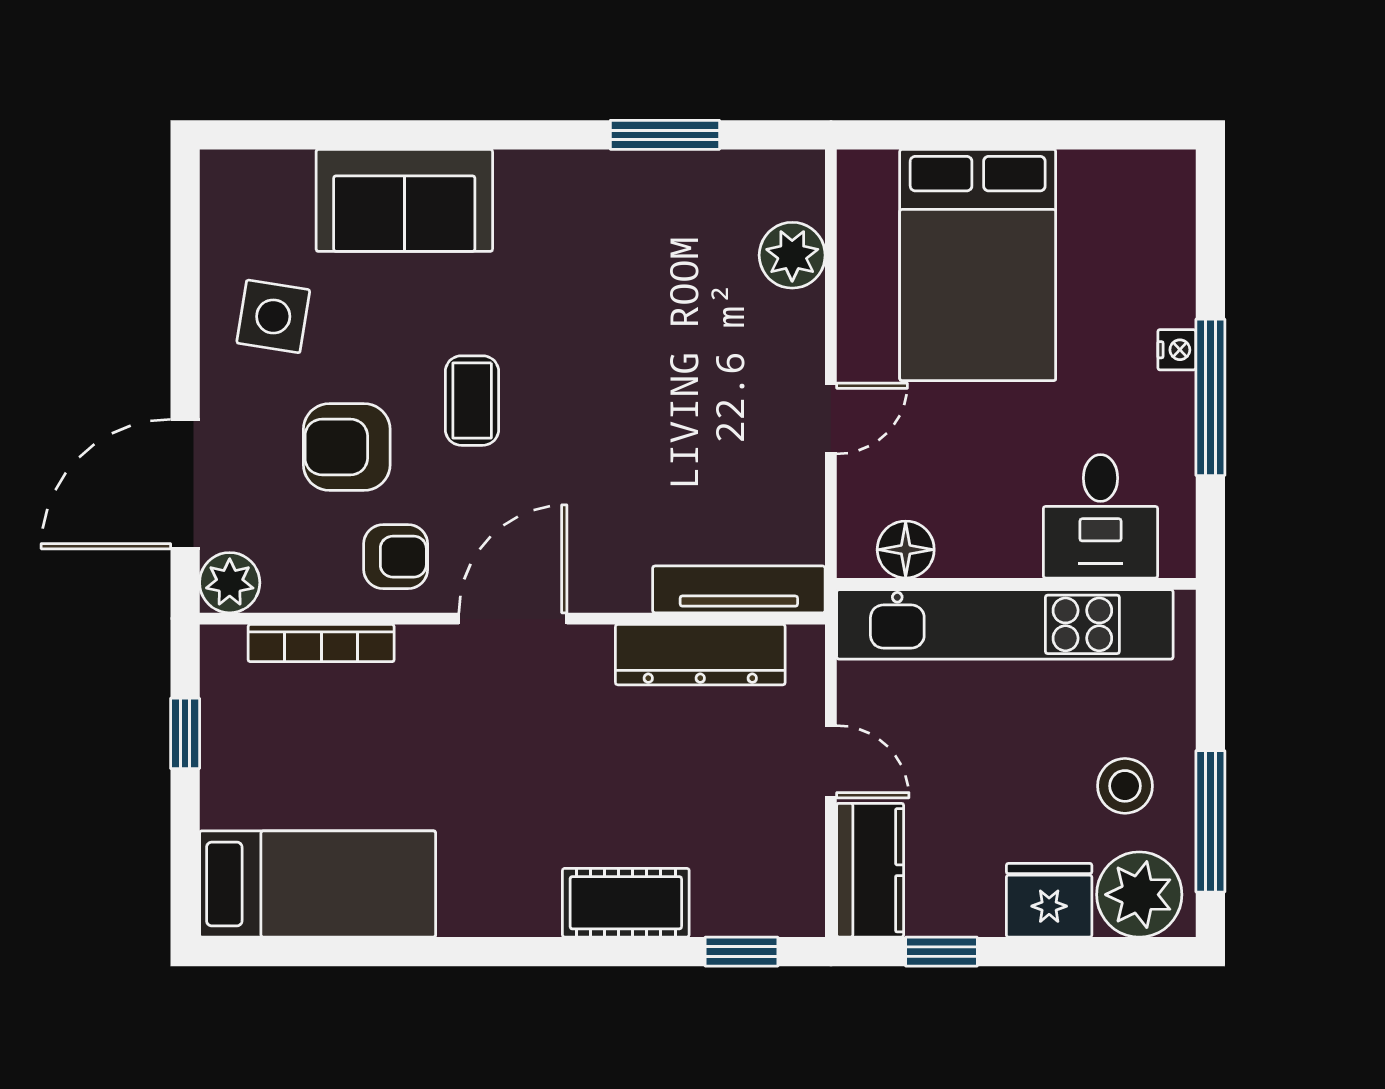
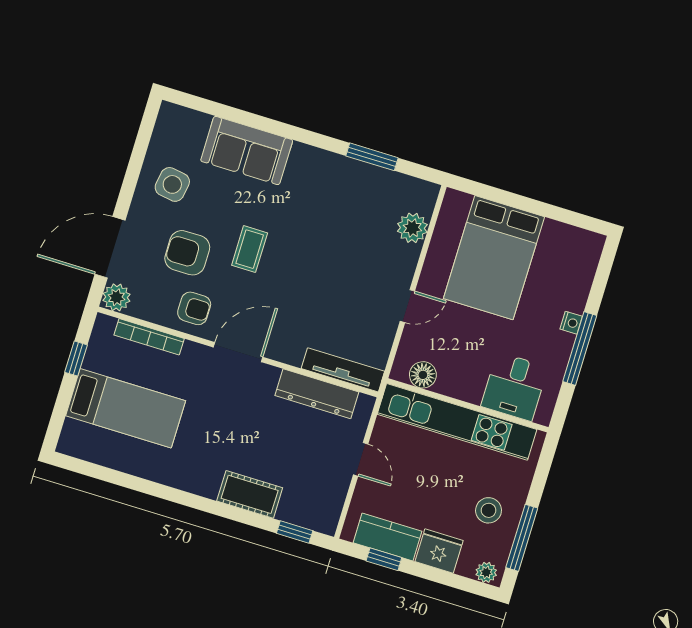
kitchen counter: (870, 870) -> (387, 537), moved, turned -90
bed: (318, 884) -> (126, 408), moved
plant: (1139, 895) -> (486, 572), width x0.53, depth x0.53

